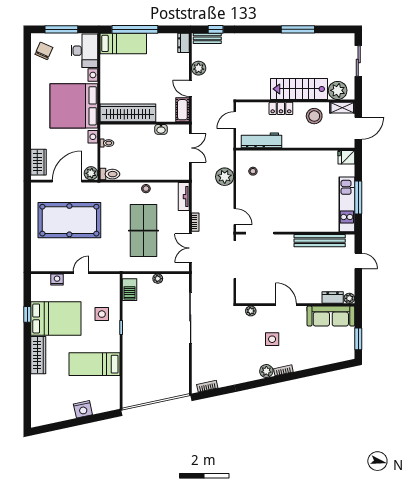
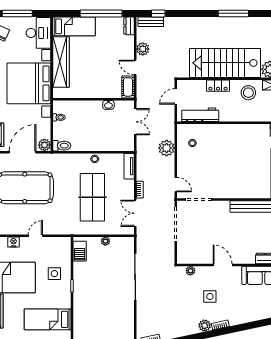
window: (135, 29) -> (101, 13), moved
stairs: (299, 89) -> (225, 63), width x1.36, depth x1.51
wardrobe: (128, 113) -> (61, 62), moved, turned 90

